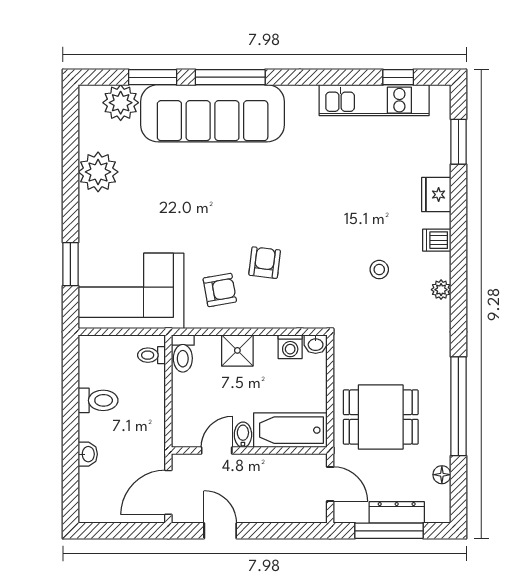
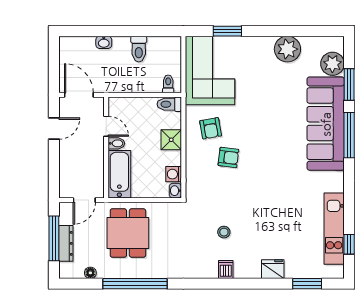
dishwasher: (437, 240) -> (226, 269), moved
plant: (441, 290) -> (211, 272), removed

